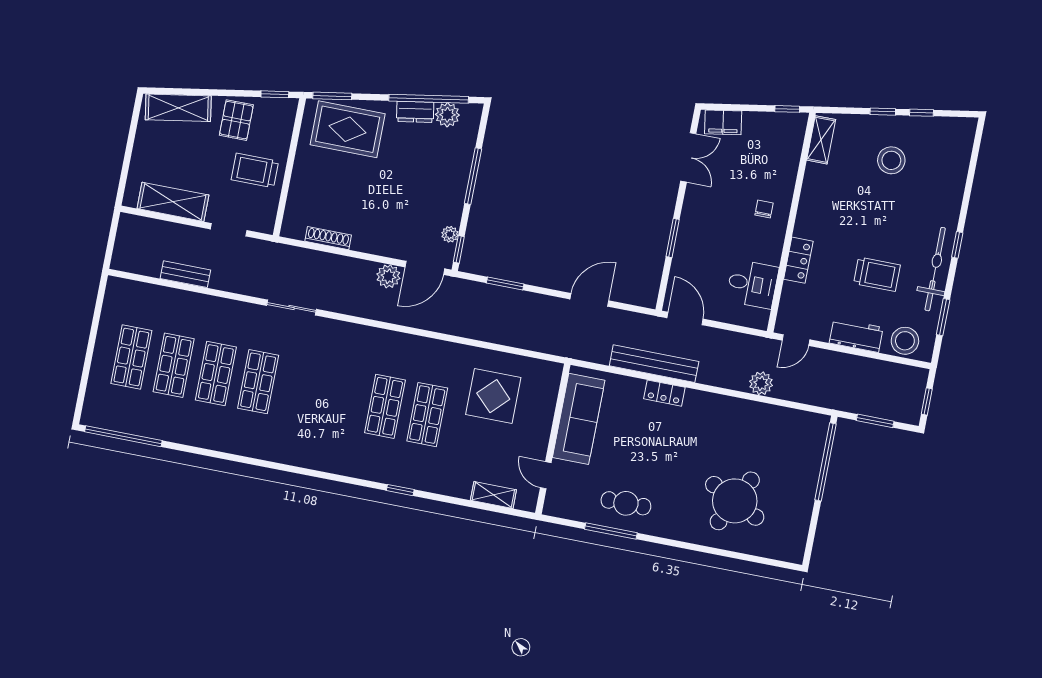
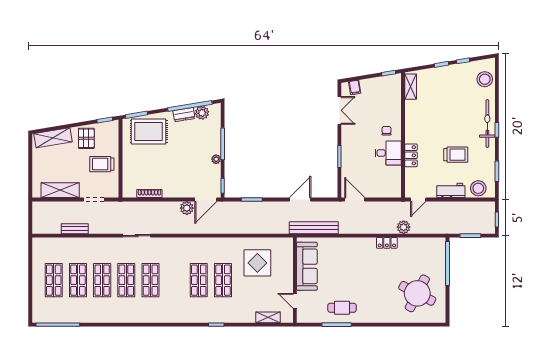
filing cabinet: (723, 122) -> (355, 87), width x0.50
stool: (891, 160) -> (485, 79), moved
plant: (450, 234) -> (216, 159), moved
bicycle: (935, 269) -> (487, 124), moved
desk: (752, 284) -> (388, 153), moved
bench: (654, 364) -> (314, 228), moved
shop shelf: (300, 390) -> (150, 280), added
locker: (664, 393) -> (387, 243), moved
round table: (735, 501) -> (417, 293), moved

